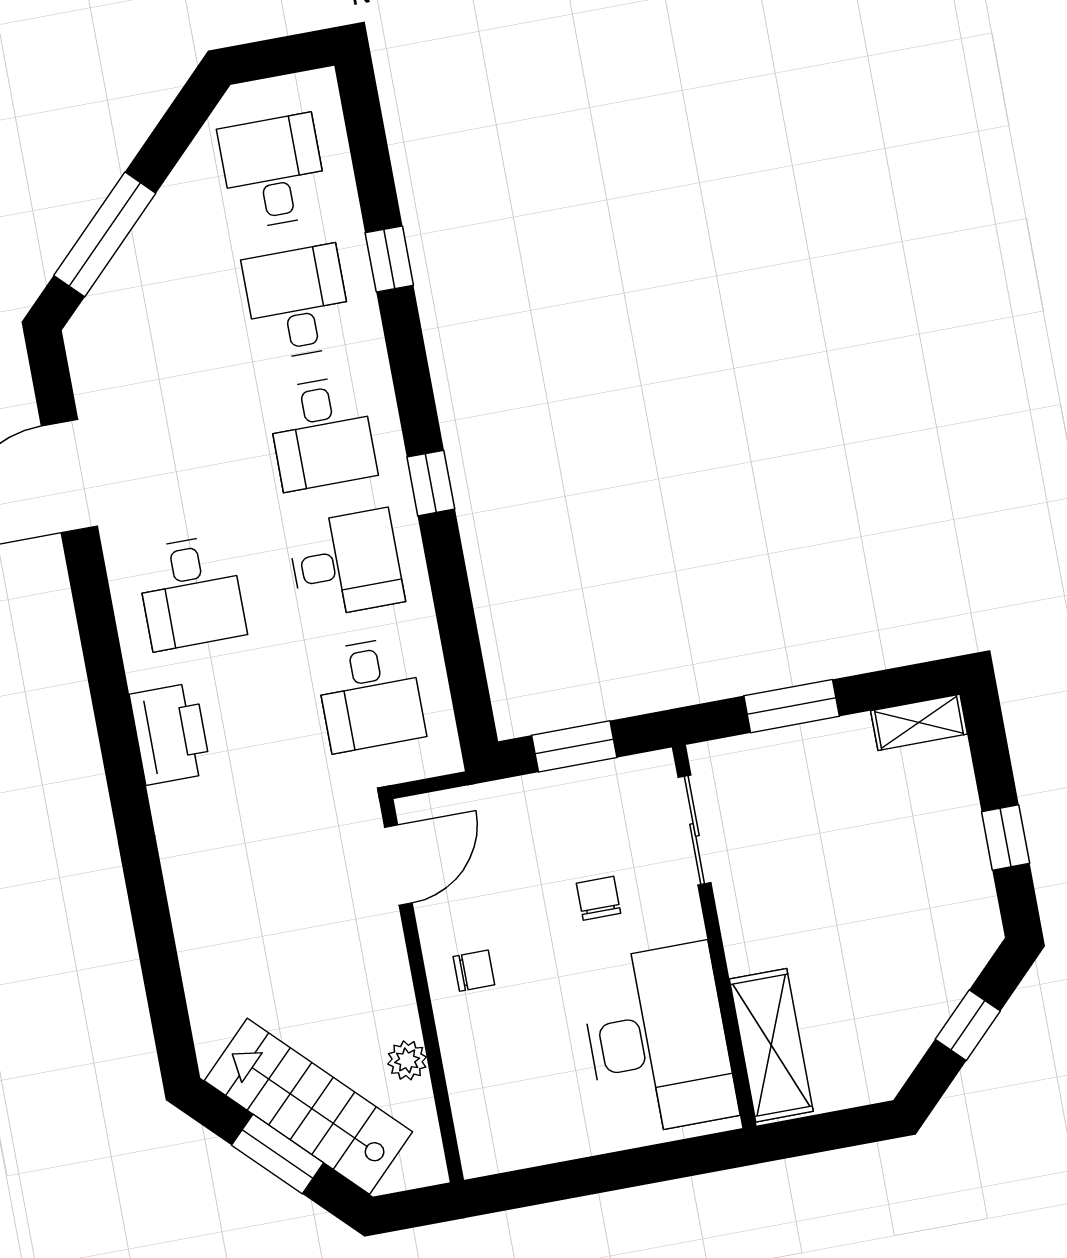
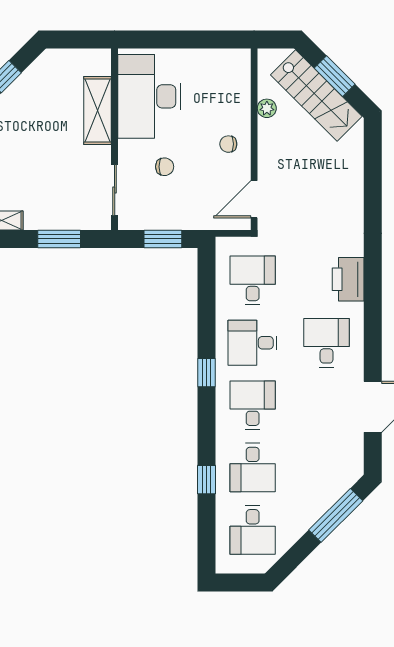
chair: (599, 898) -> (165, 167), turned -90
shelving: (771, 1045) -> (98, 111), moved

